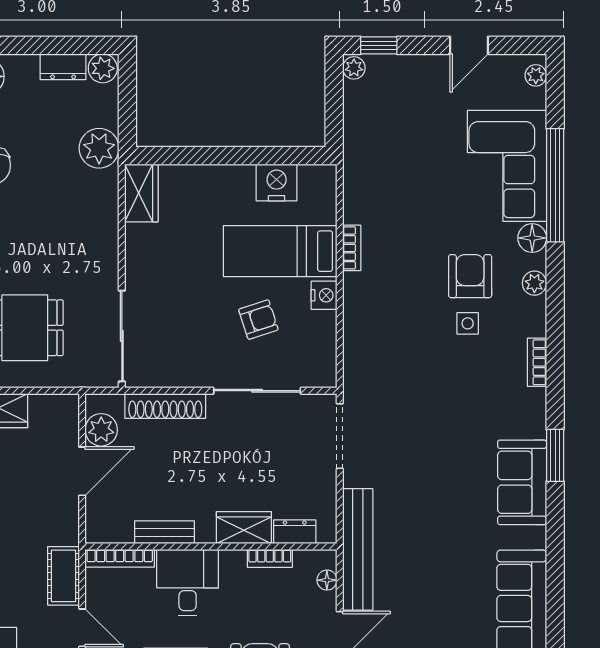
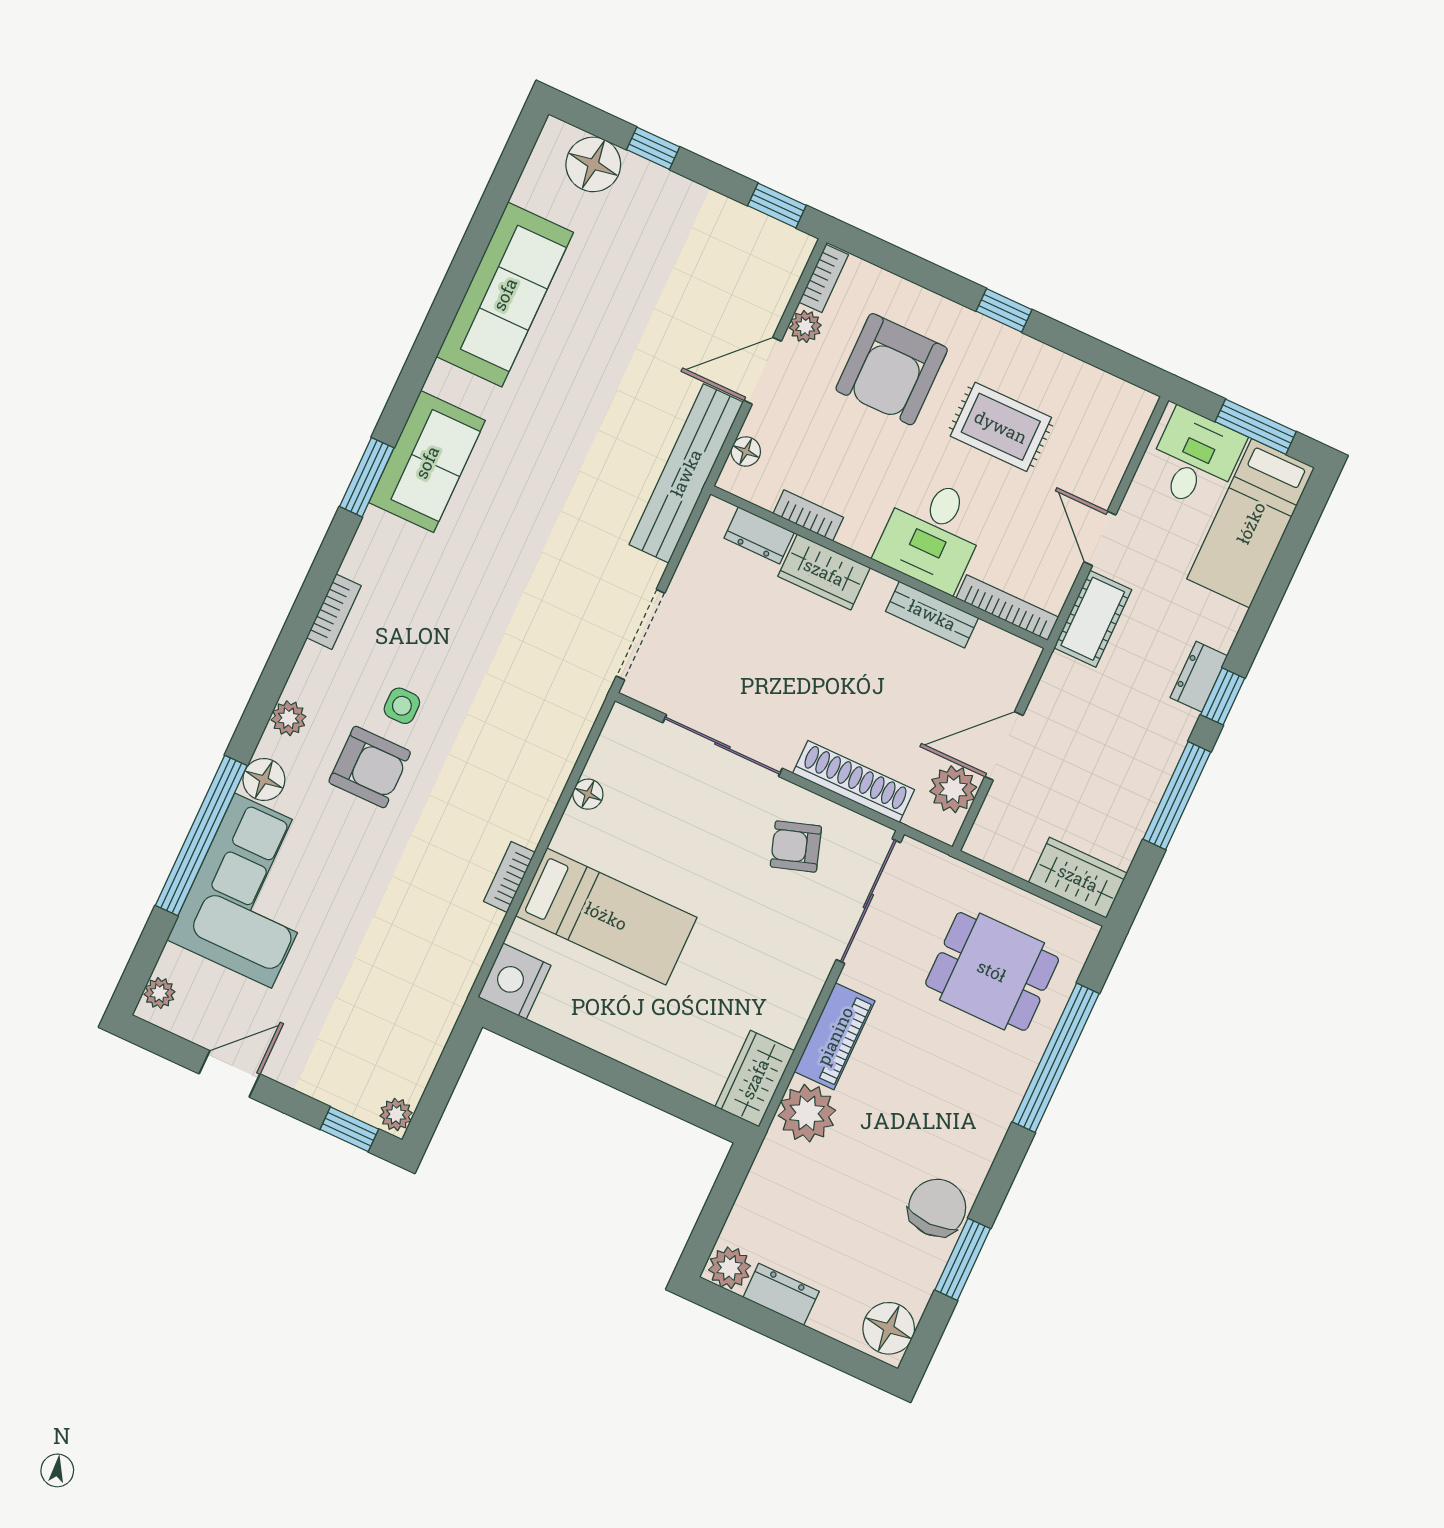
plant: (99, 148) -> (807, 1113), moved
nightstand: (277, 182) -> (514, 981), moved, turned 90
piano: (104, 242) -> (835, 1036), added
armchair: (470, 276) -> (370, 767), turned -90
nightstand: (324, 295) -> (575, 831), removed
armchair: (258, 320) -> (796, 846), moved
floor lamp: (327, 322) -> (588, 794), added

